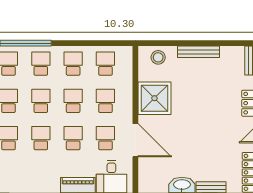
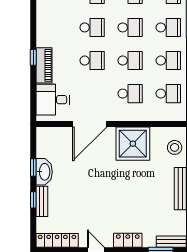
school desk: (105, 138) -> (92, 94), removed

